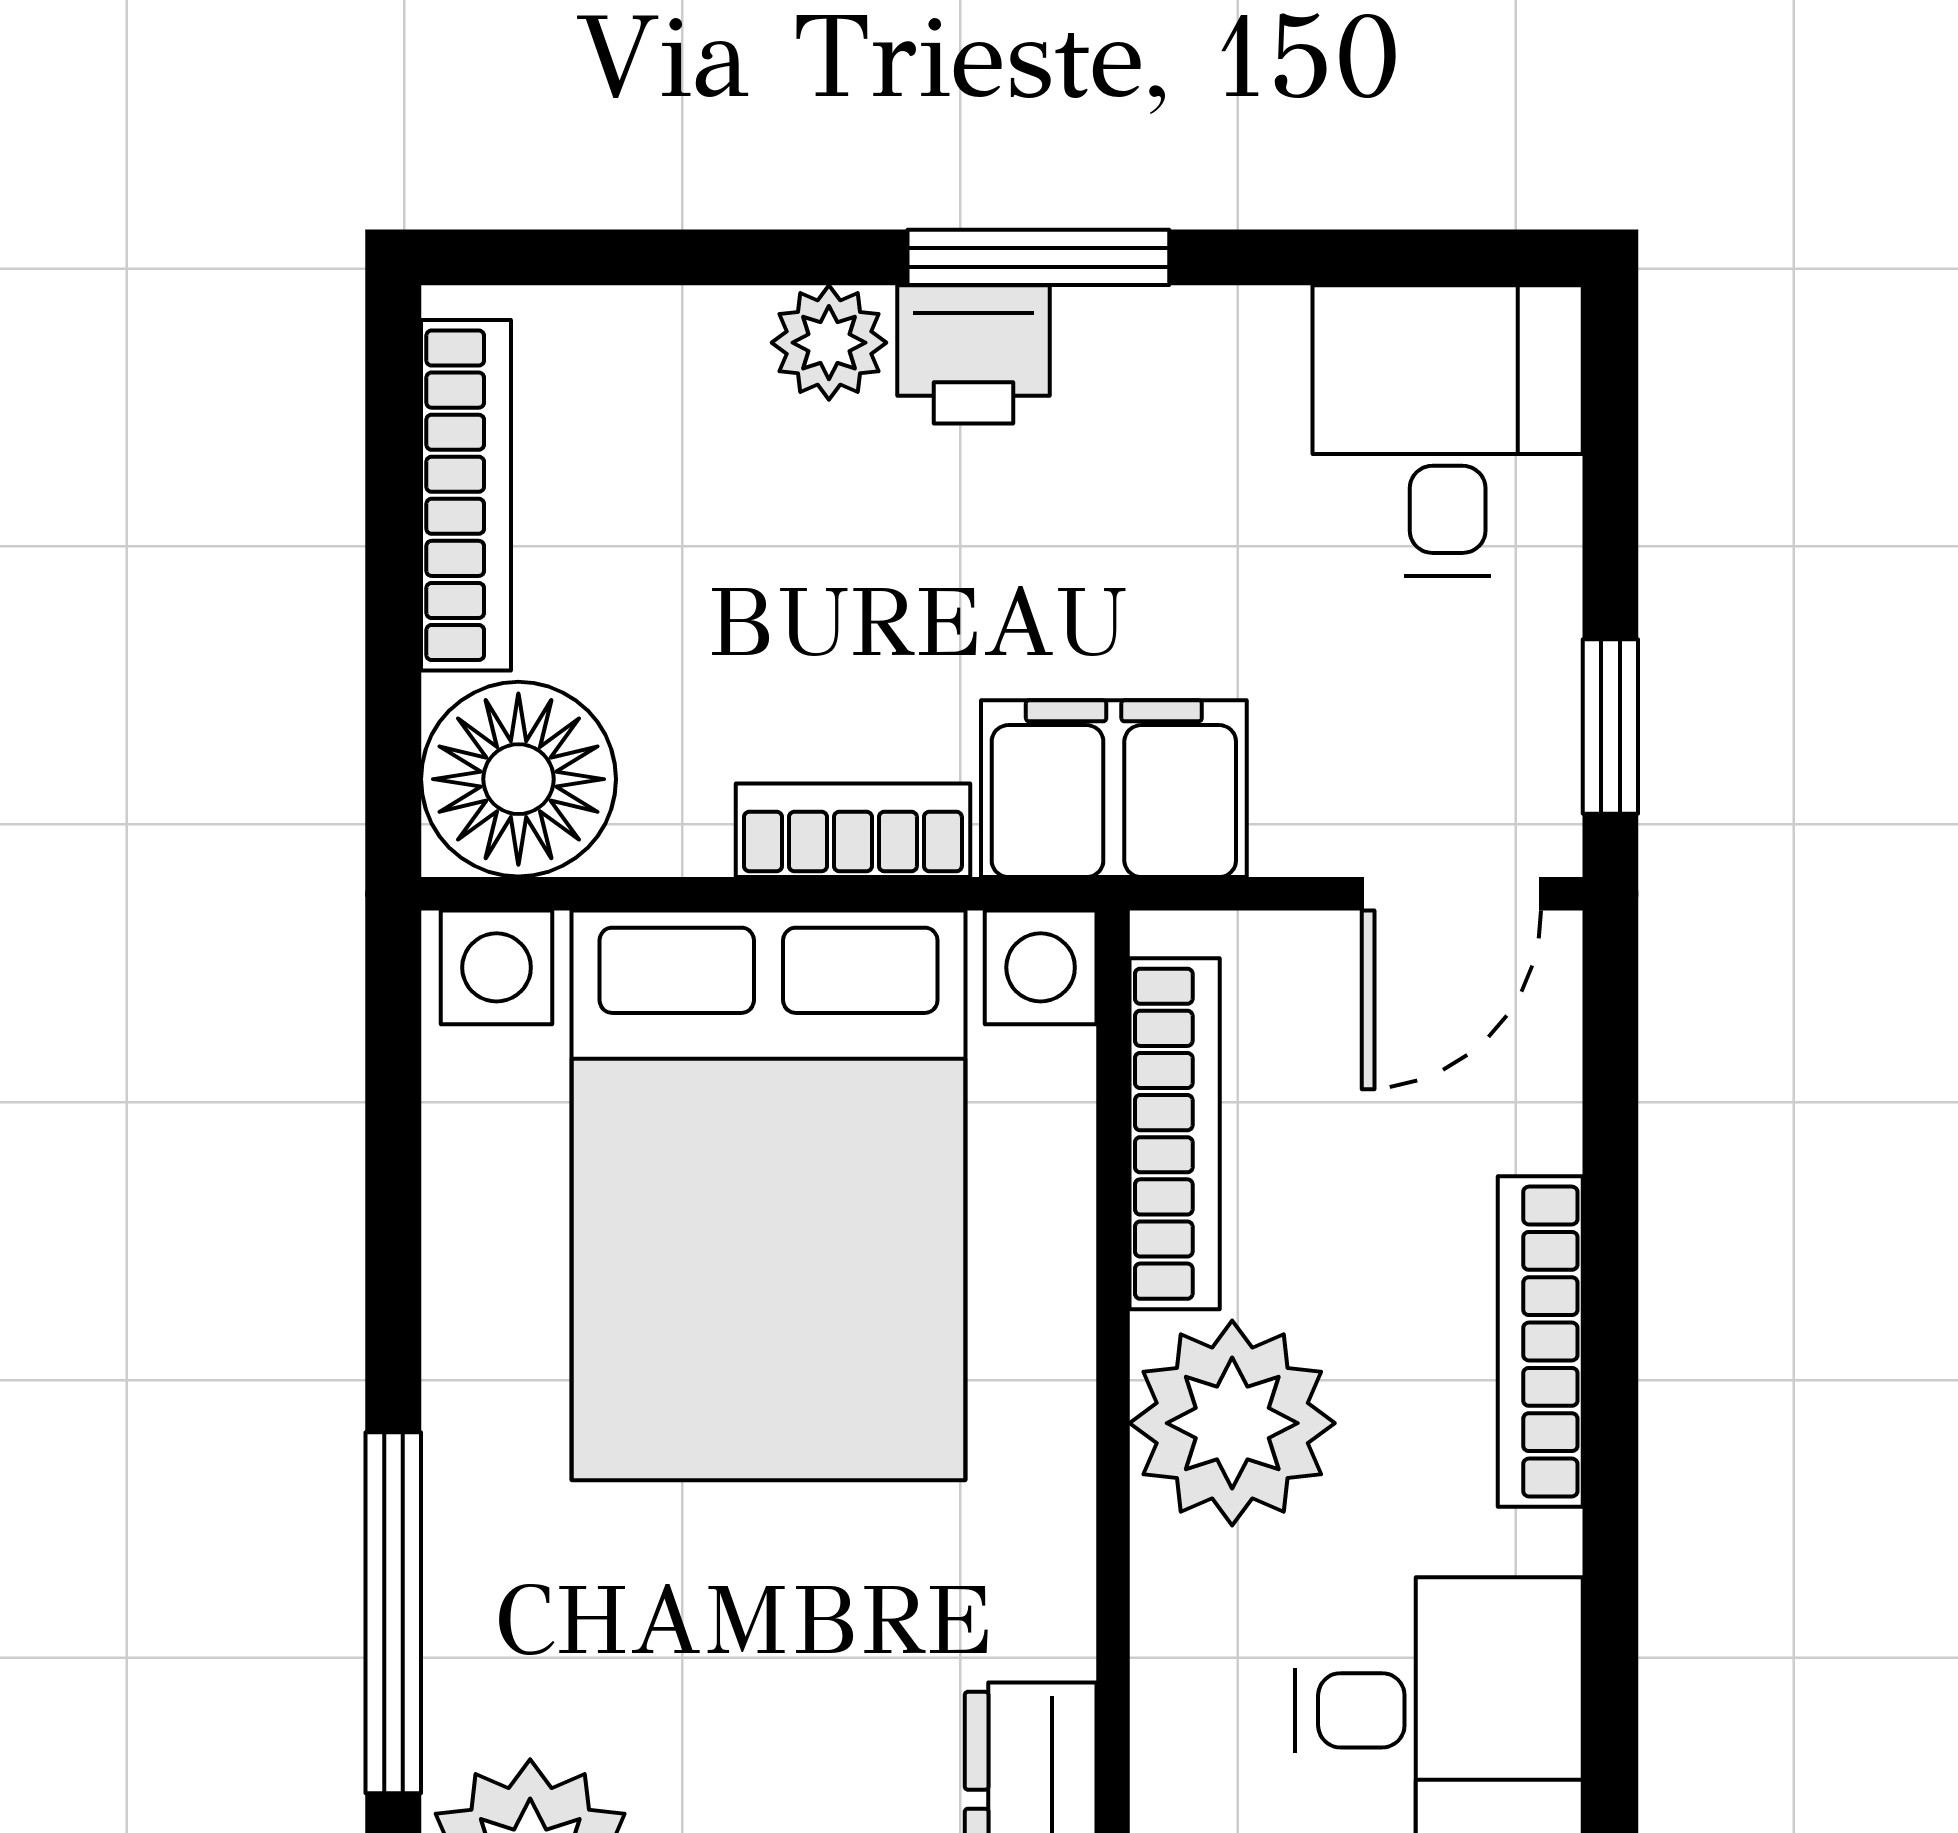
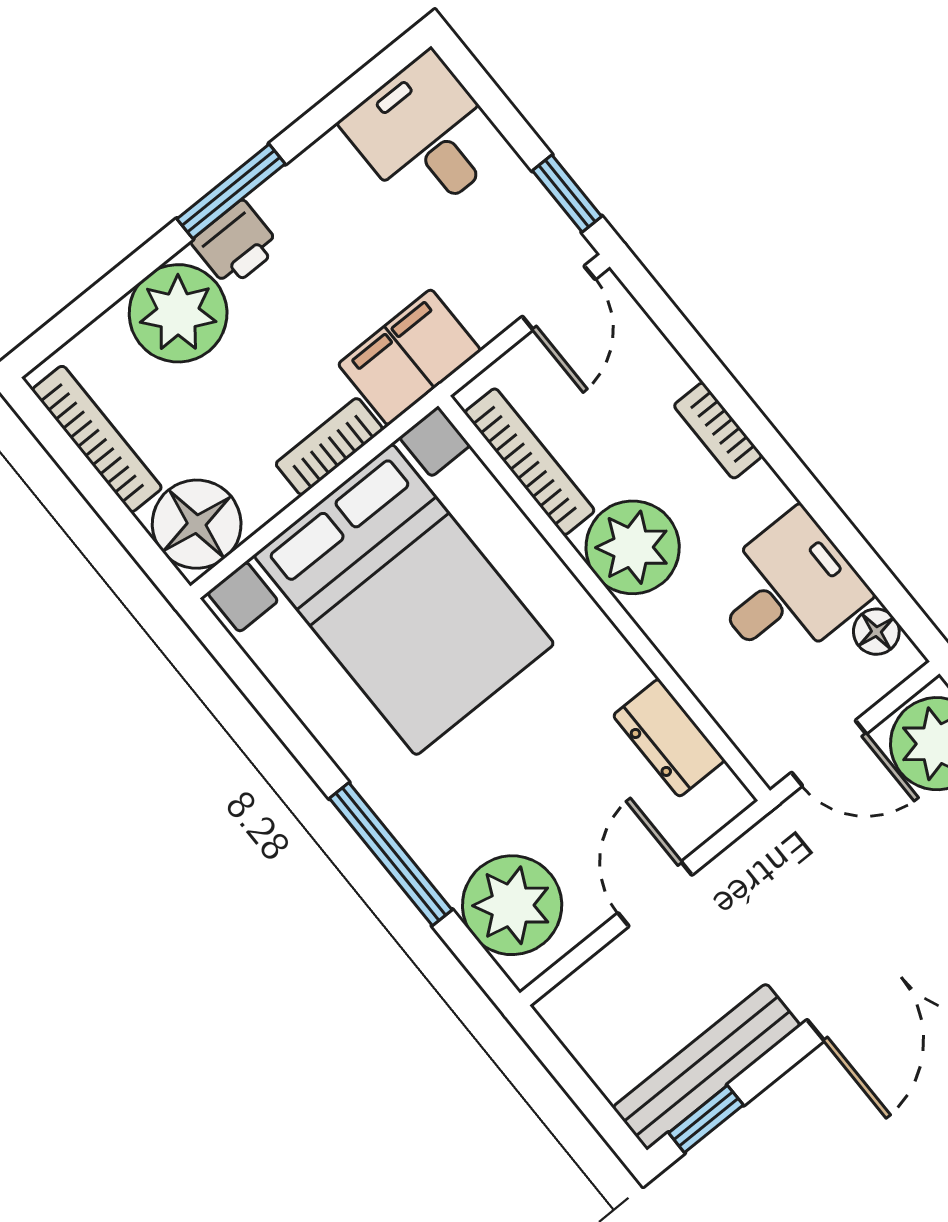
plant: (829, 343) -> (178, 313), width x1.88, depth x1.88
bookcase: (1540, 1342) -> (718, 431), width x0.64

